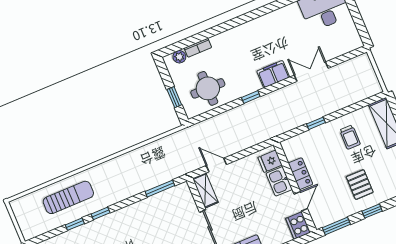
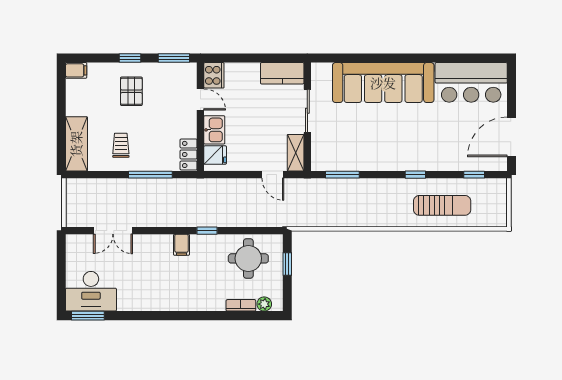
double door: (311, 72) -> (113, 231), moved
filing cabinet: (273, 74) -> (182, 245), width x0.50
window: (316, 123) -> (150, 175), width x2.17
locker: (301, 174) -> (189, 154), moved
sun lounger: (68, 197) -> (442, 205), turned 180
door: (301, 201) -> (200, 100), swing flipped
window: (75, 224) -> (474, 175), moved

